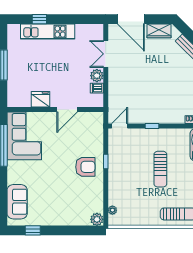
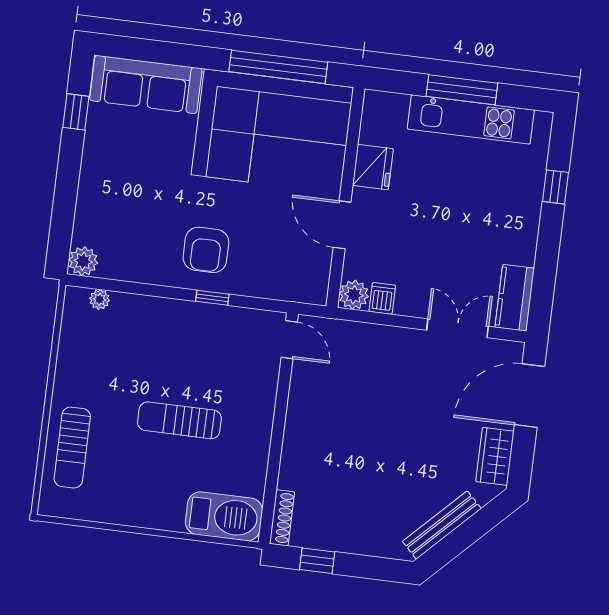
kitchen counter: (89, 31) -> (515, 298), added
kitchen unit: (48, 32) -> (471, 119), moved, turned -90
plant: (97, 76) -> (354, 295), moved
window: (152, 126) -> (280, 413), removed
corner sofa: (24, 136) -> (272, 131), width x1.36, depth x1.36
sofa: (17, 202) -> (146, 84), width x1.36

